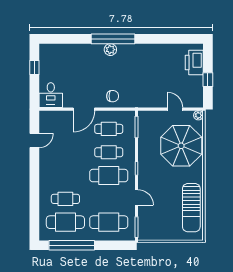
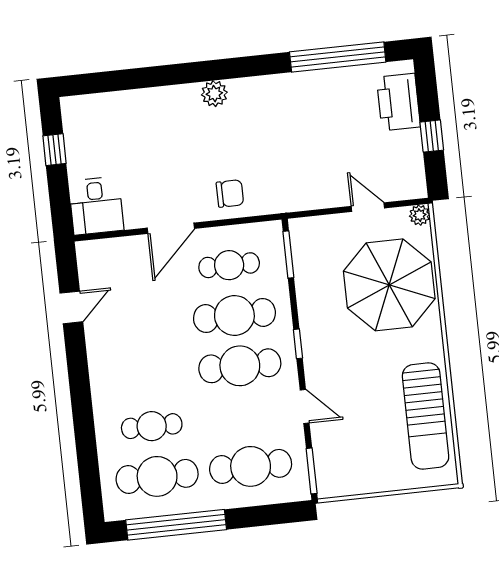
window: (113, 39) -> (338, 57), moved
cafe table: (109, 152) -> (234, 315), width x1.37, depth x1.35

